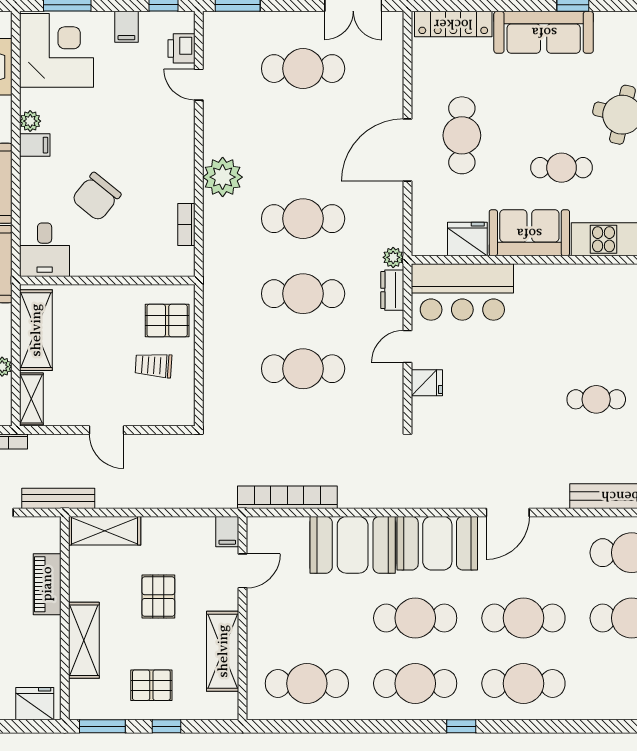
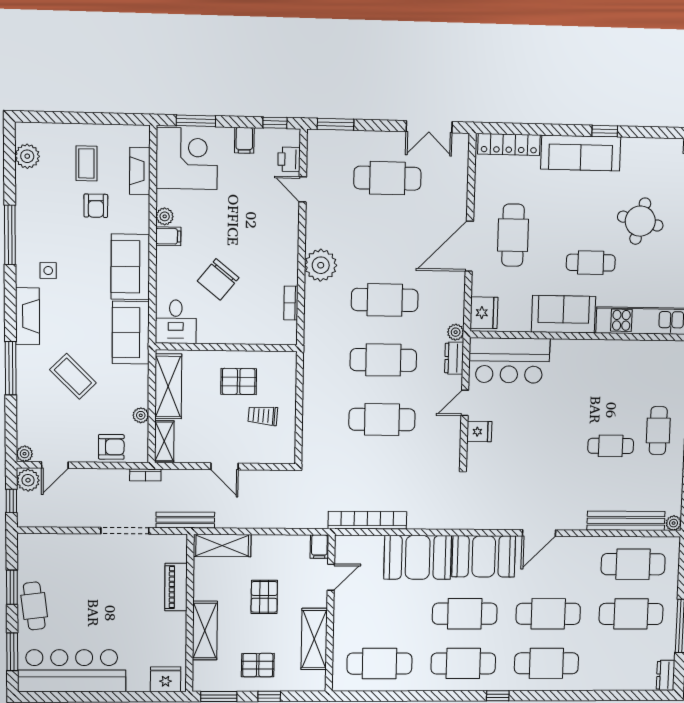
fridge: (467, 239) -> (484, 313), moved, turned 90
pallet: (167, 321) -> (239, 381), moved

